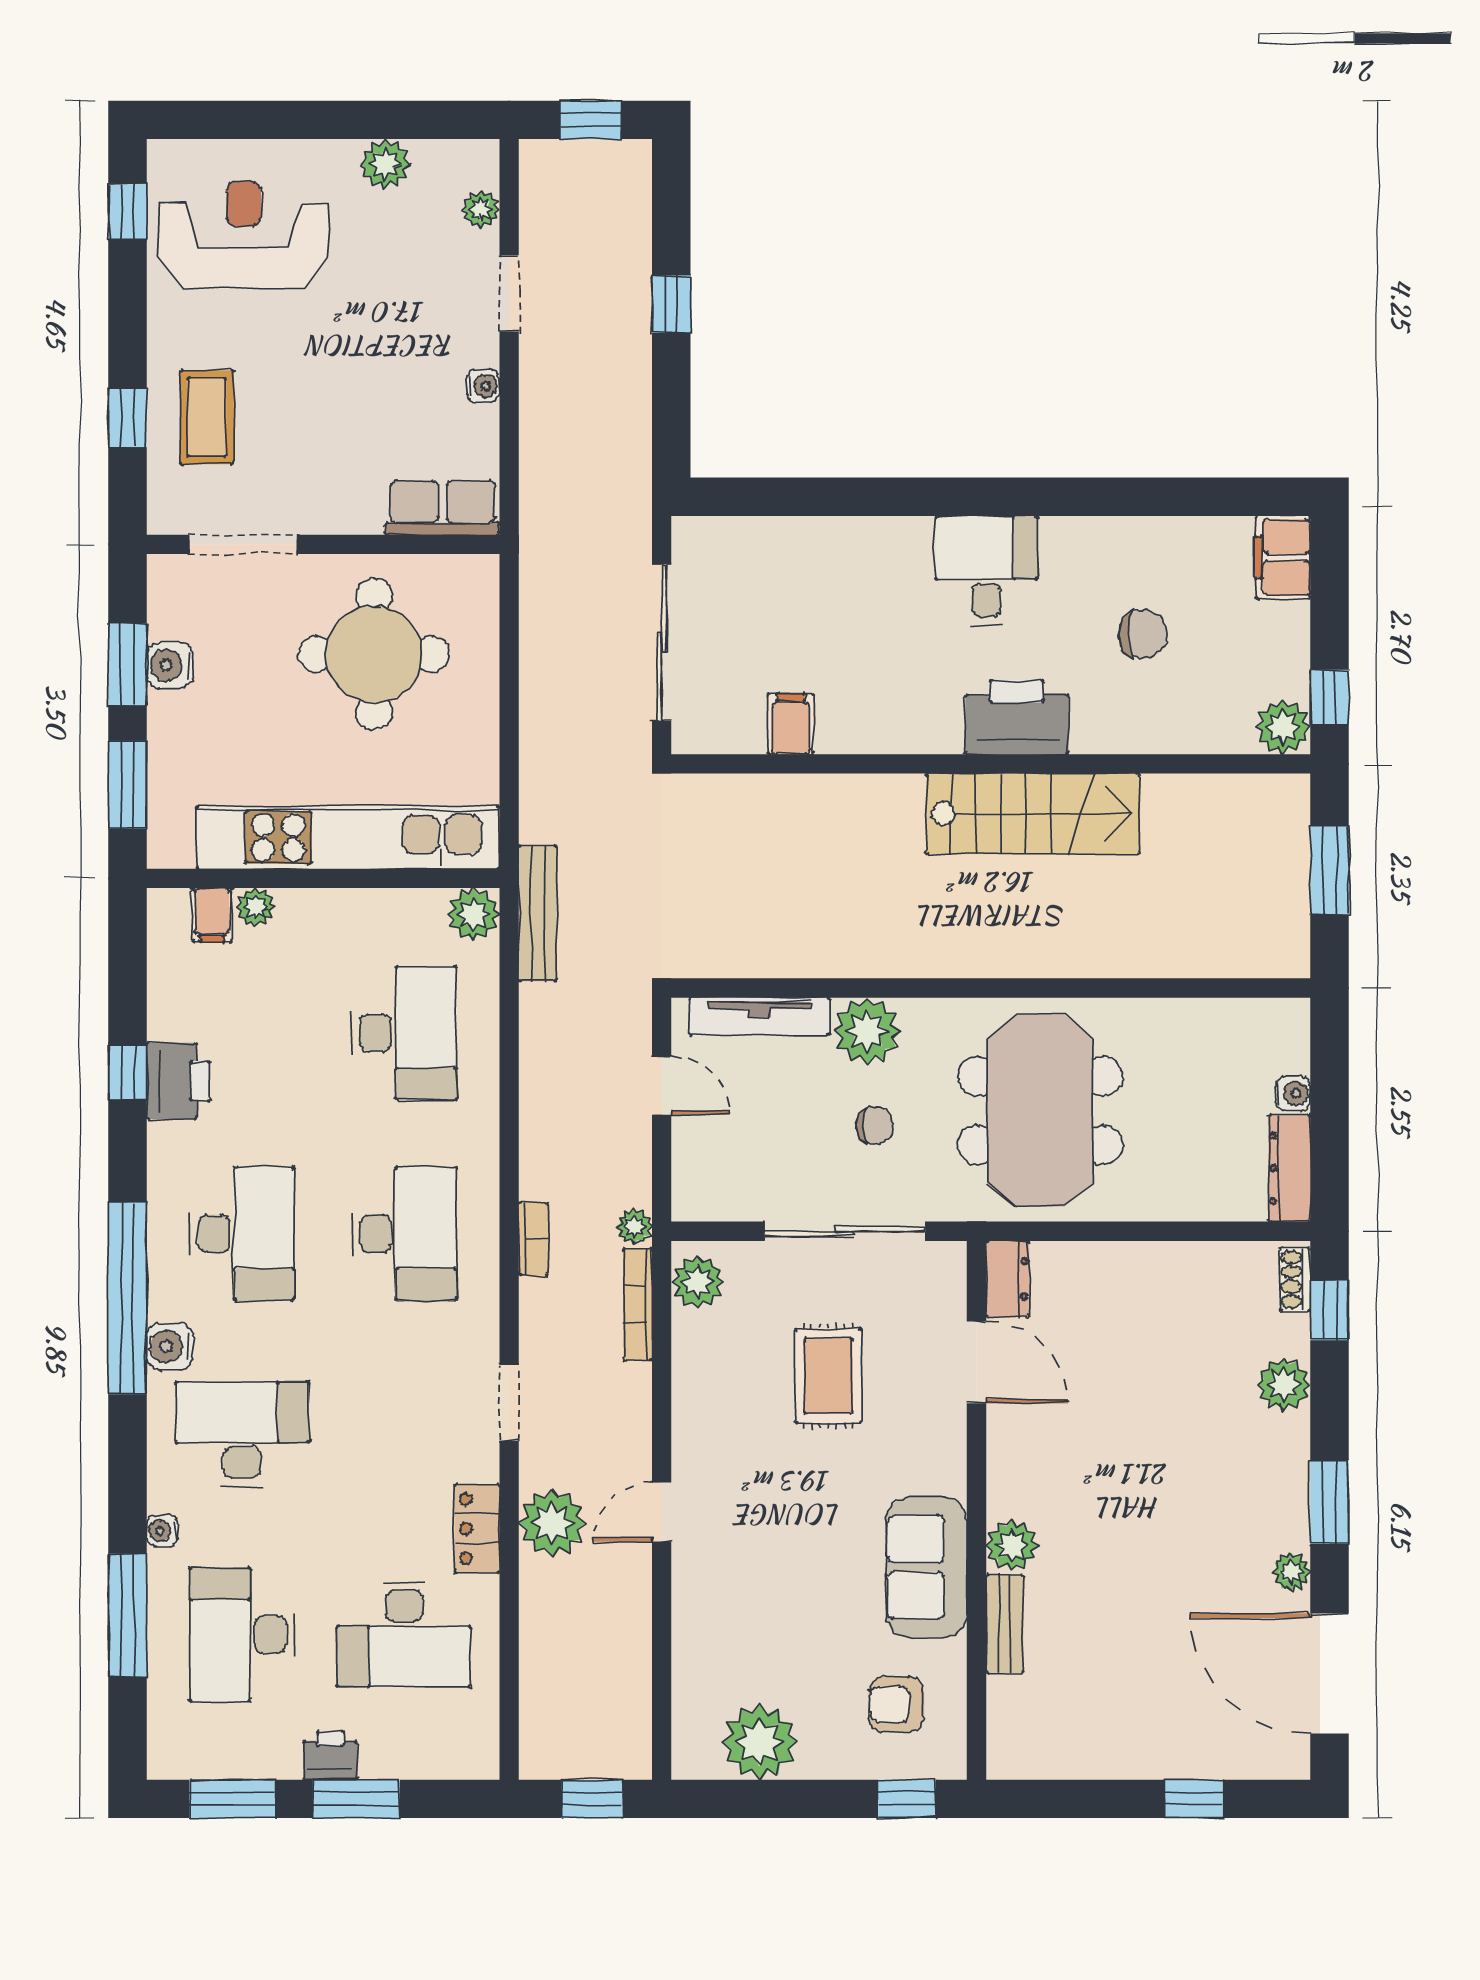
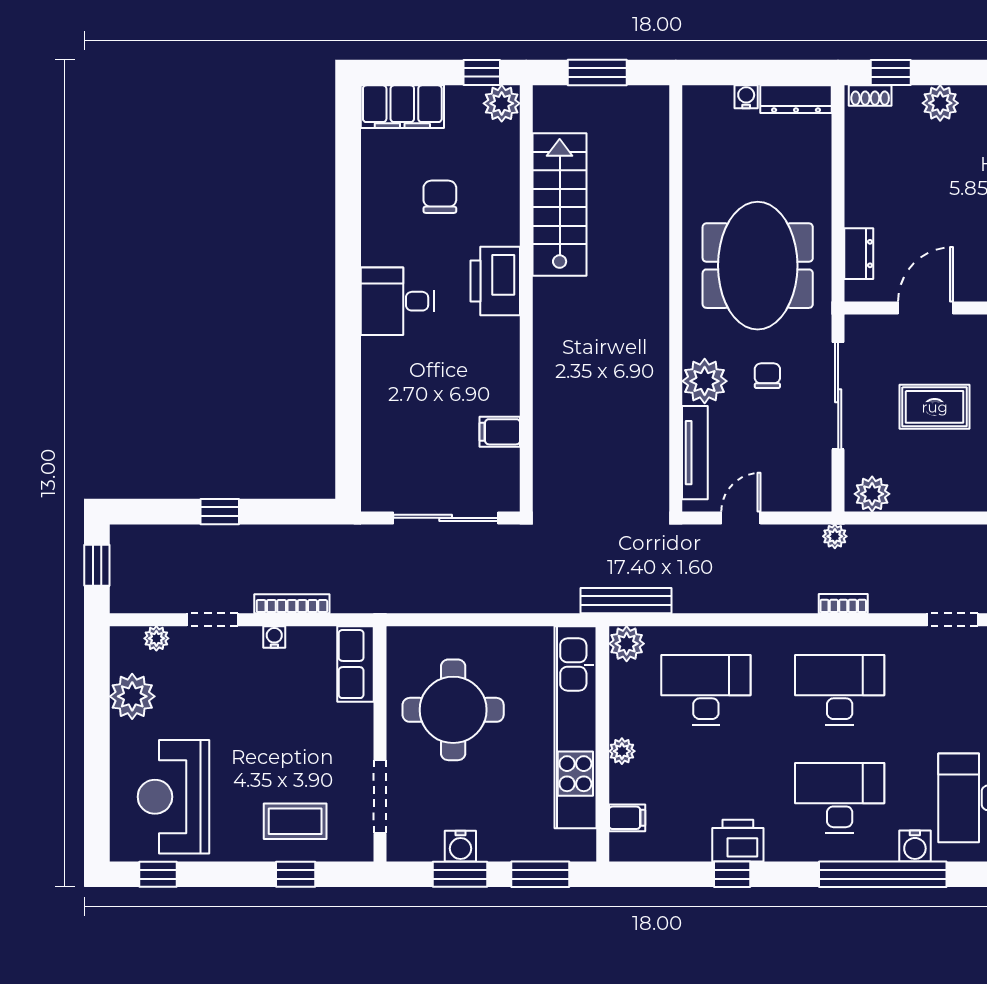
plant: (385, 164) -> (132, 696), width x1.36, depth x1.36
filing cabinet: (1283, 557) -> (402, 107), width x1.50, depth x1.17
stairs: (1033, 814) -> (560, 204), moved
plant: (256, 907) -> (622, 751), moved
meeting table: (1040, 1111) -> (758, 266), turned 90
dresser: (1008, 1279) -> (859, 254), moved, turned 90
bookcase: (638, 1304) -> (292, 604), moved, turned 180

